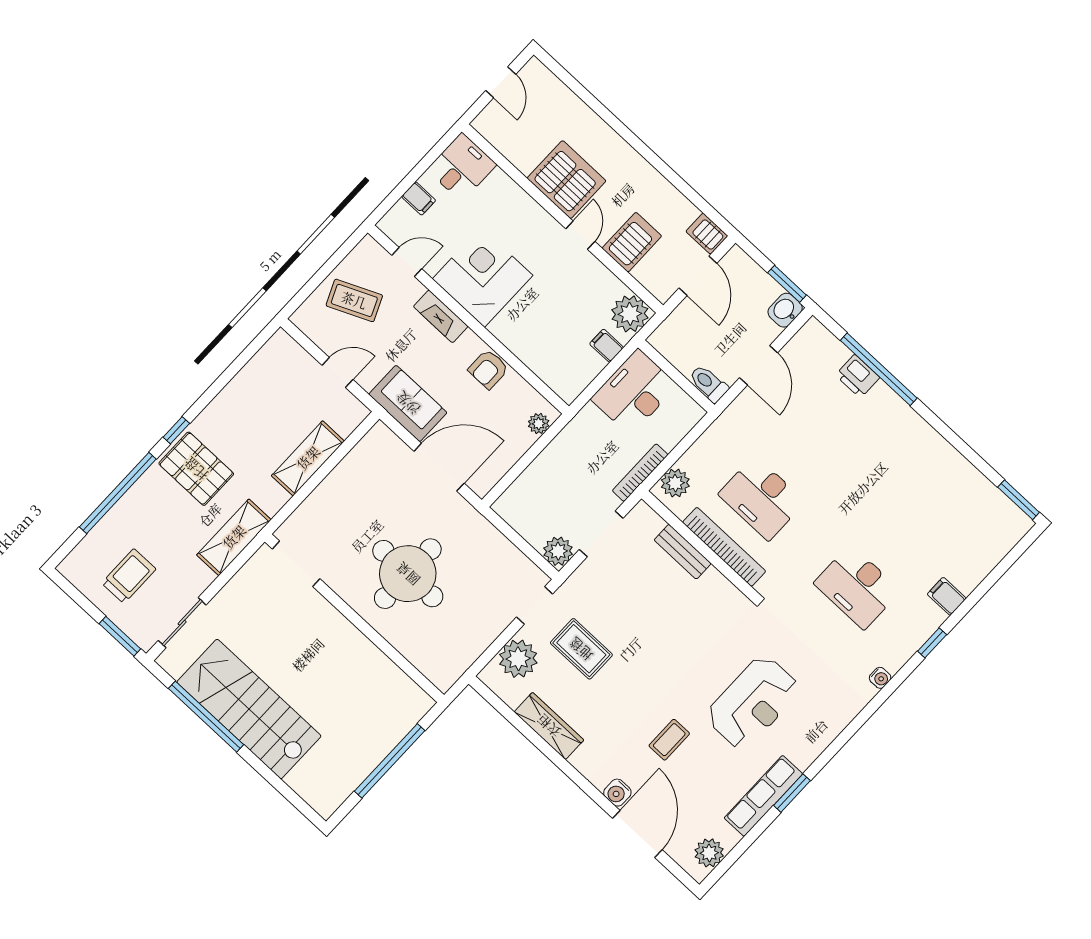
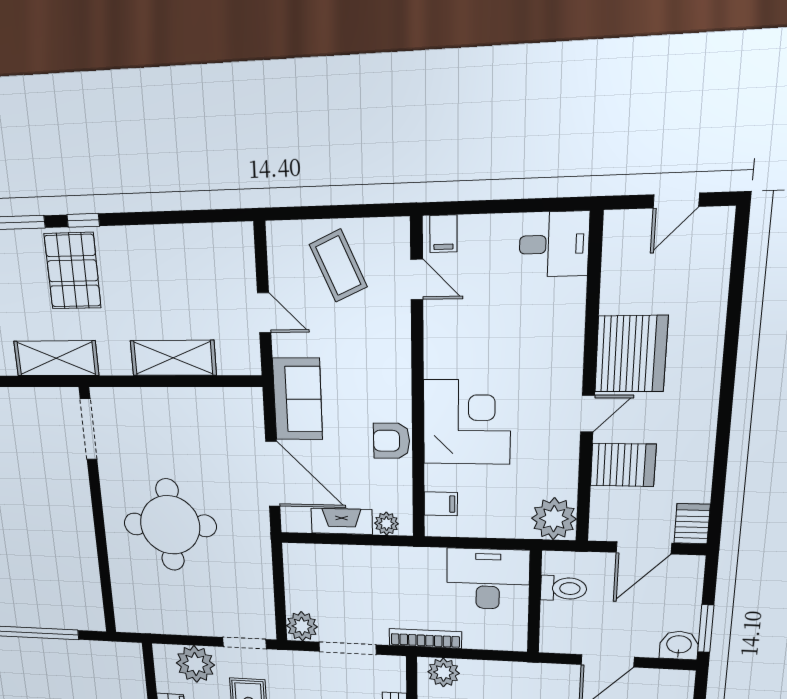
filing cabinet: (419, 198) -> (443, 234), moved
corner desk: (483, 277) -> (467, 422), moved
fireplace: (441, 316) -> (342, 521), moved, turned 90
filing cabinet: (607, 346) -> (441, 504), moved, turned 90
toilet: (709, 383) -> (563, 588), moved, turned 90

